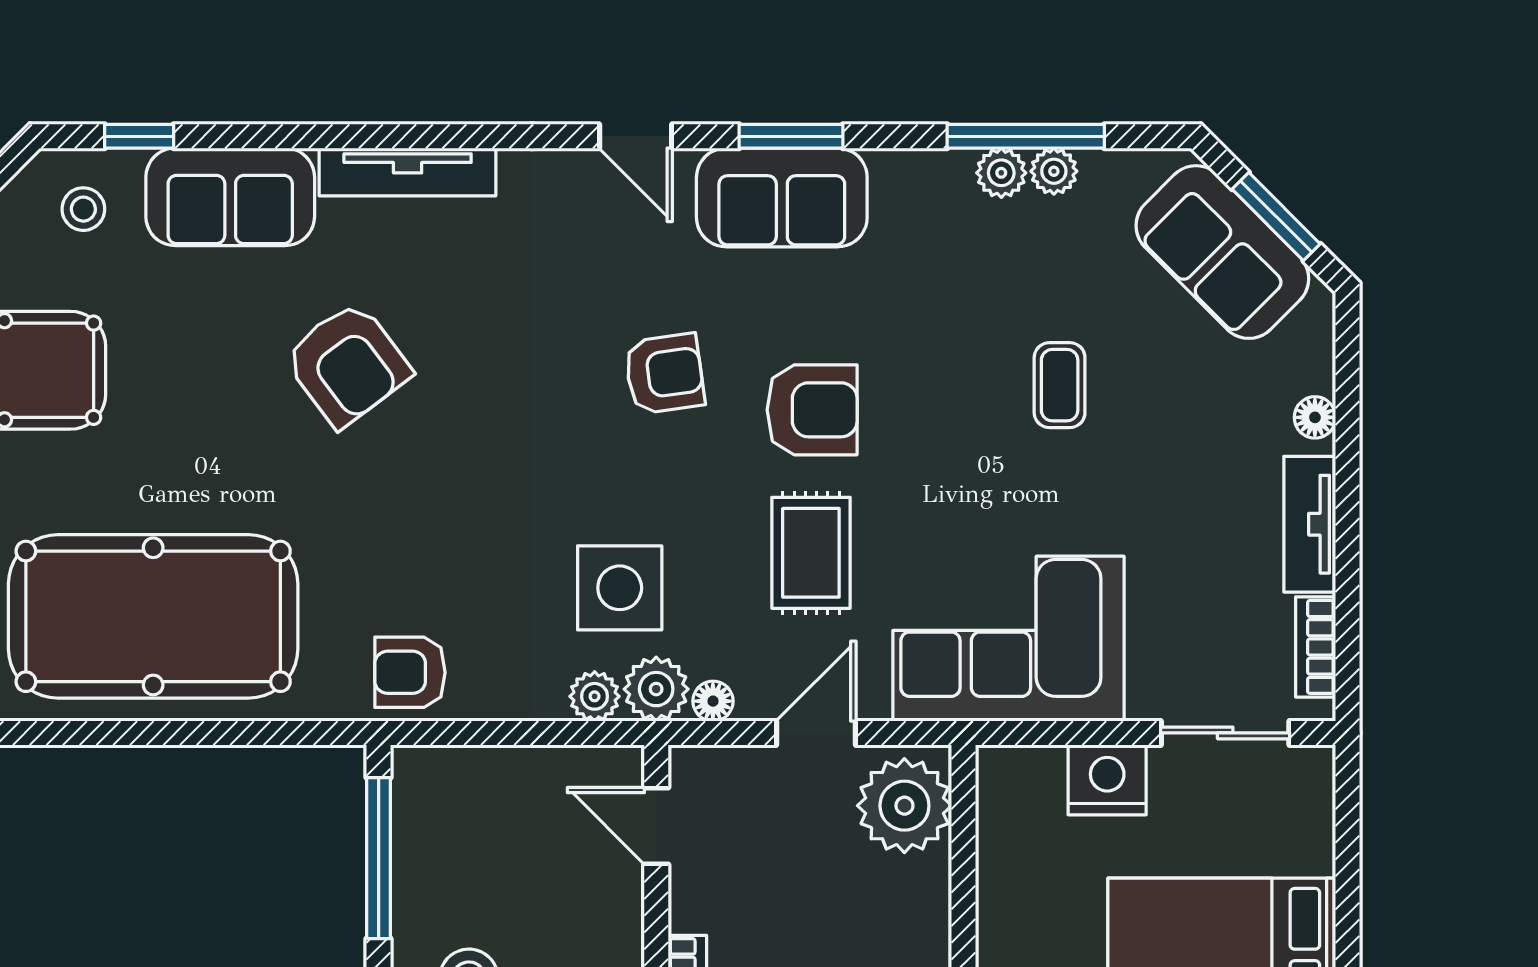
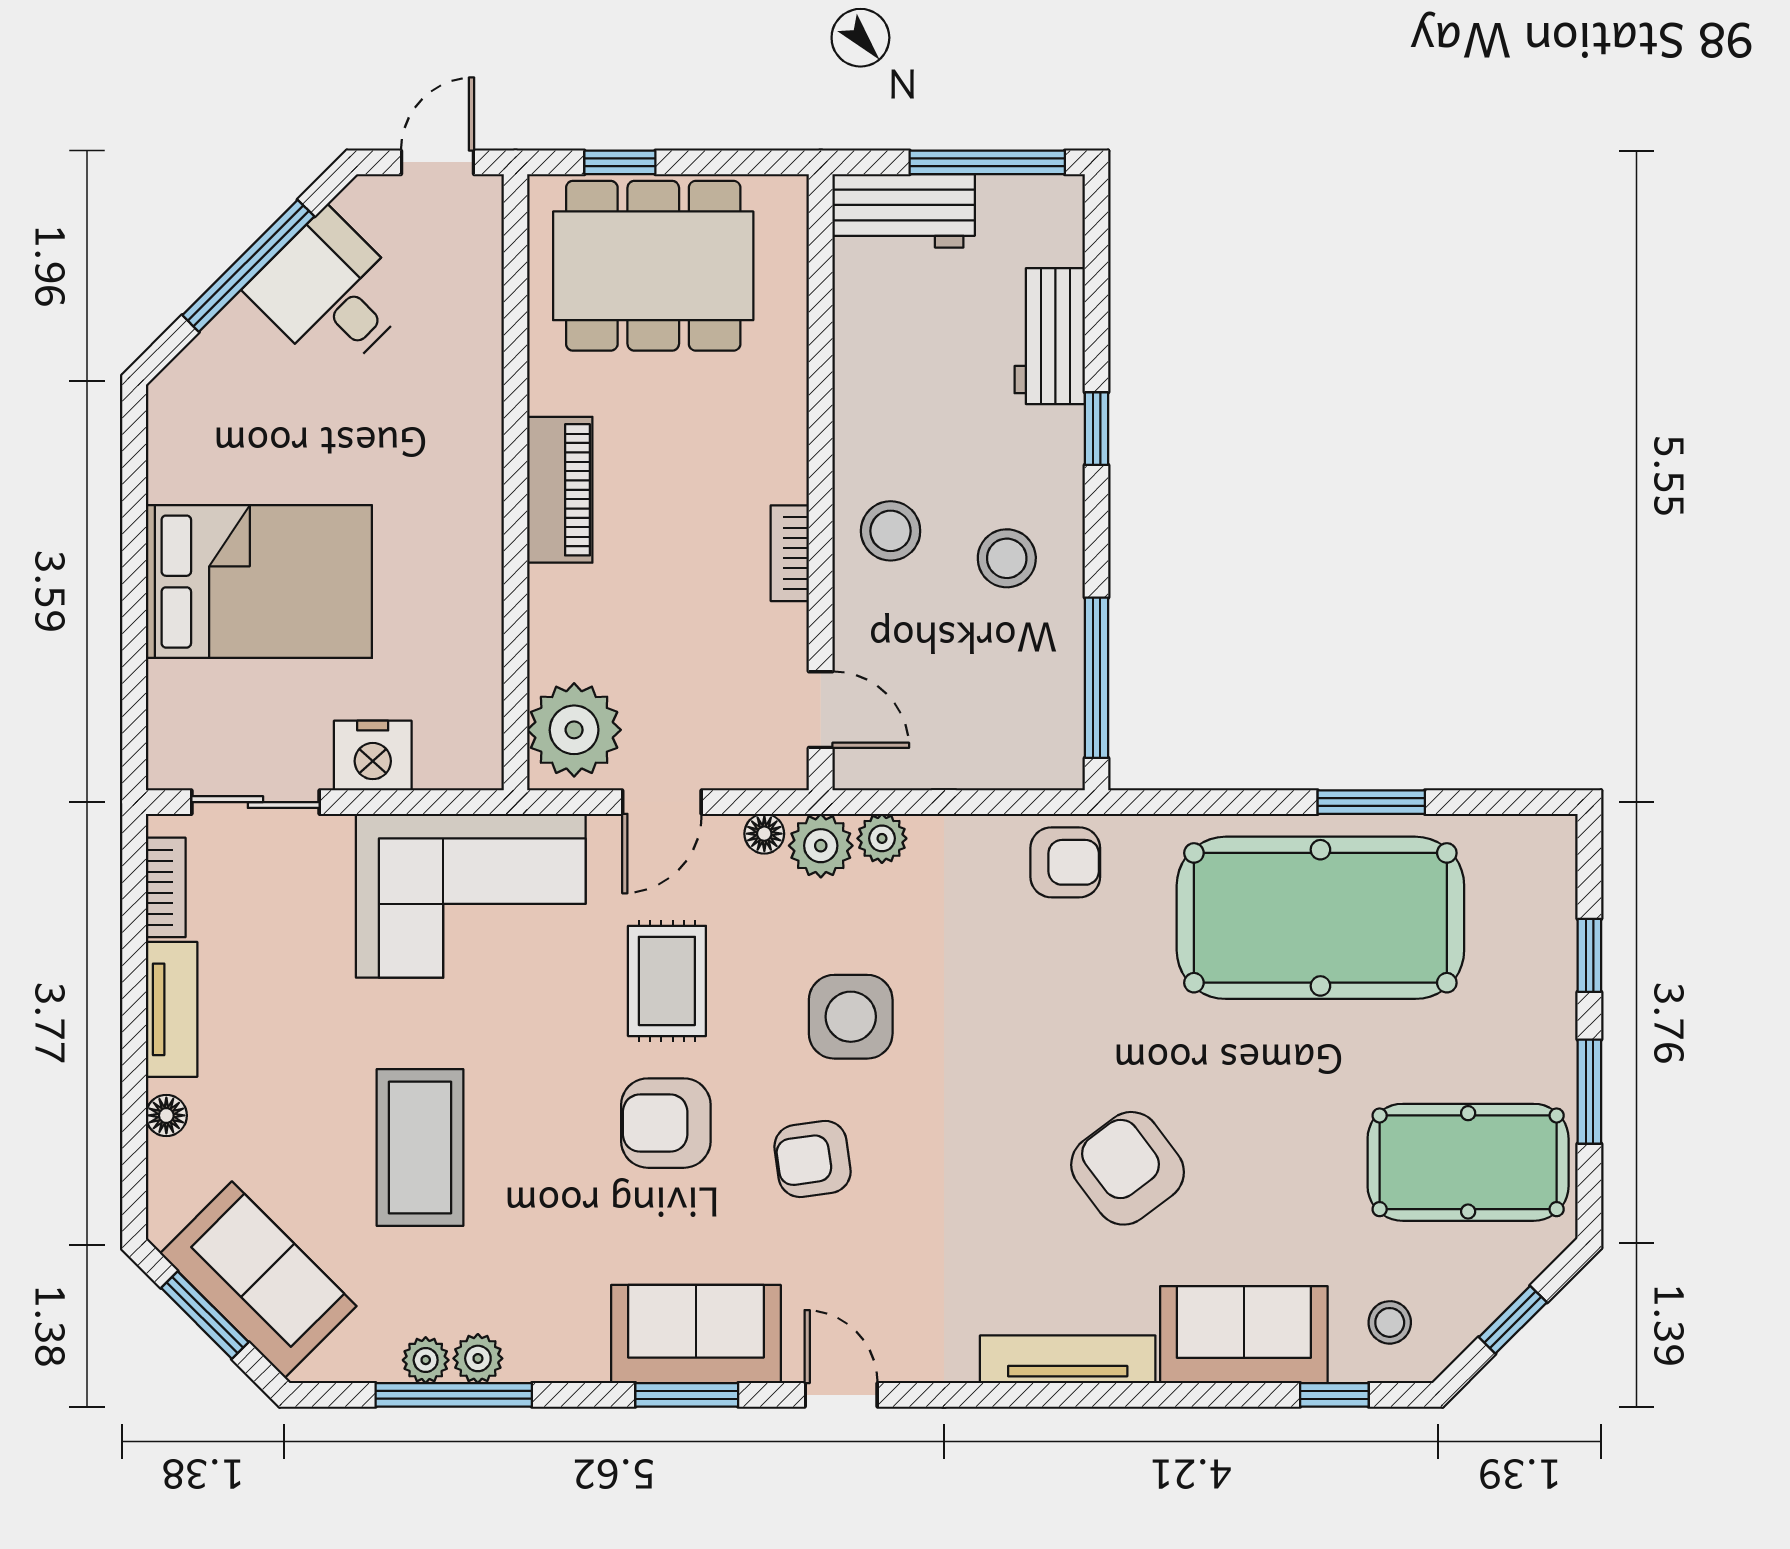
coffee table: (1060, 385) -> (420, 1148), width x1.86, depth x1.72
side table: (620, 588) -> (851, 1017), moved
window: (102, 733) -> (1371, 802), added

